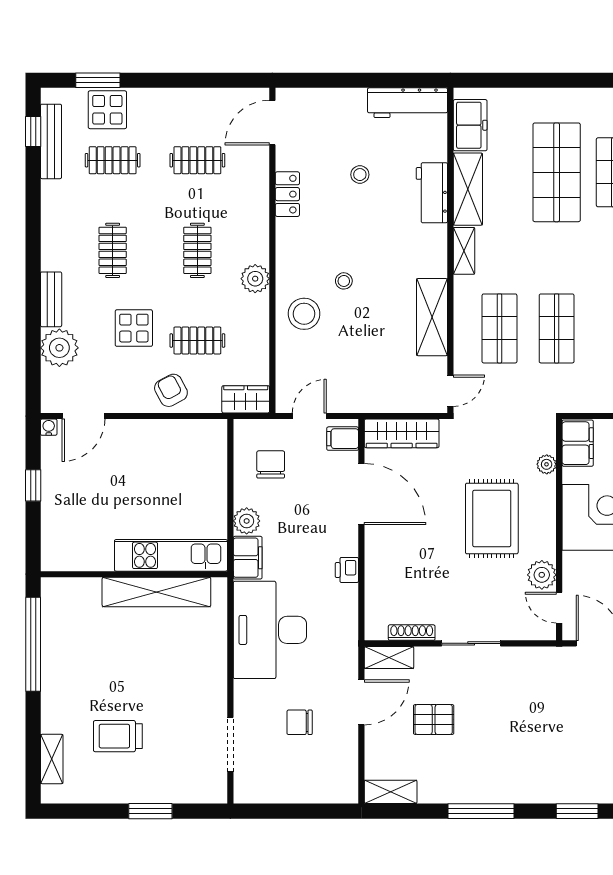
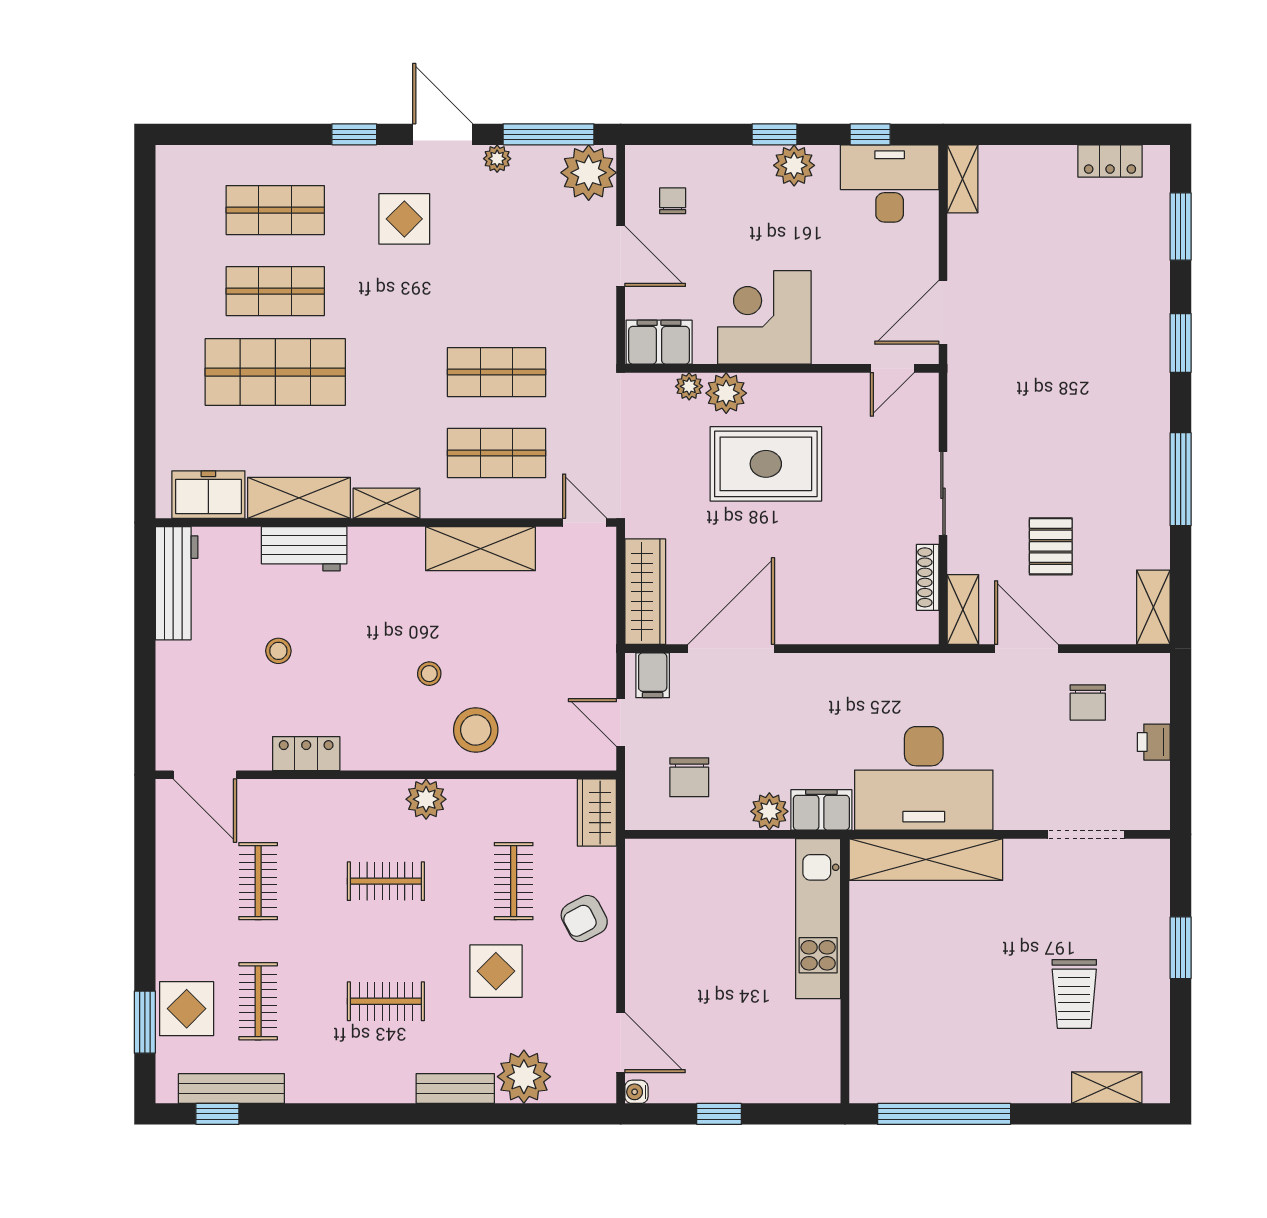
chair: (271, 464) -> (689, 777), turned -90
printer: (347, 570) -> (1154, 742), moved, turned 90
plant: (542, 575) -> (726, 393), moved
shelving: (156, 592) -> (926, 859), moved, turned 90
chair: (300, 722) -> (1088, 702), moved

